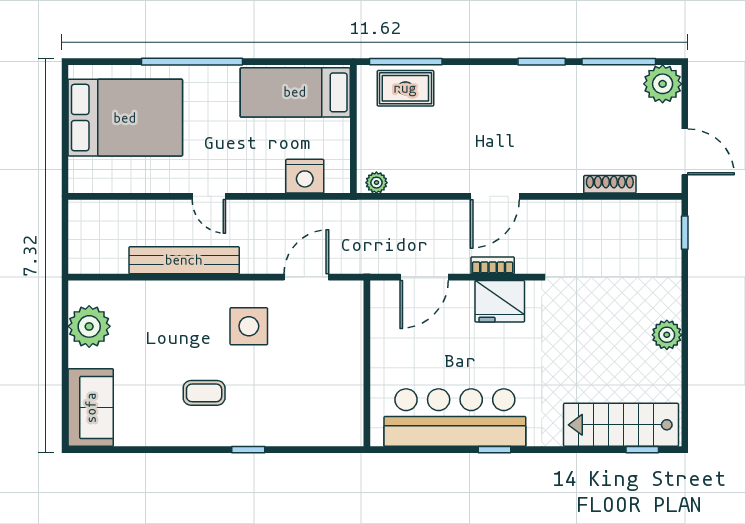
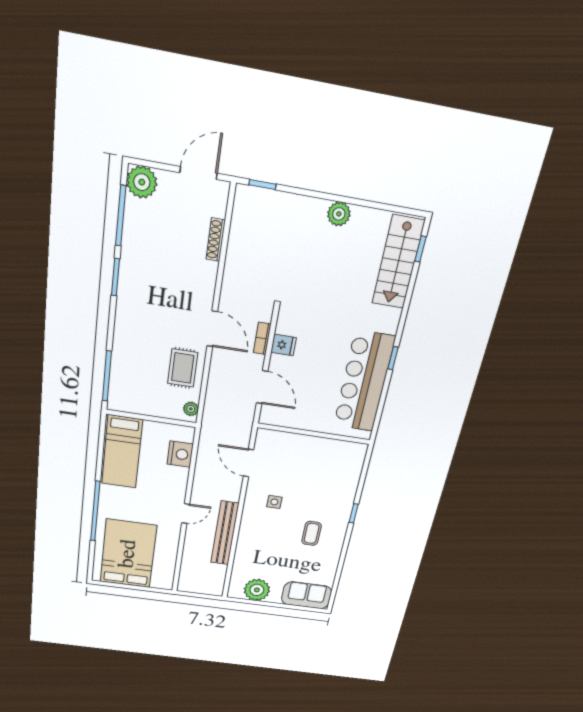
rug: (405, 88) -> (183, 368), moved
fridge: (500, 301) -> (284, 345), width x0.53, depth x0.75
side table: (249, 326) -> (274, 502), width x0.54, depth x0.54

